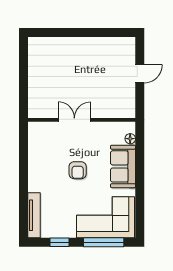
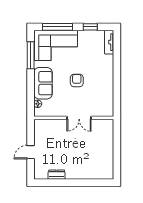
dresser: (105, 43) -> (57, 175), added
window: (140, 204) -> (31, 55), added
tv unit: (34, 215) -> (109, 42), width x0.71

